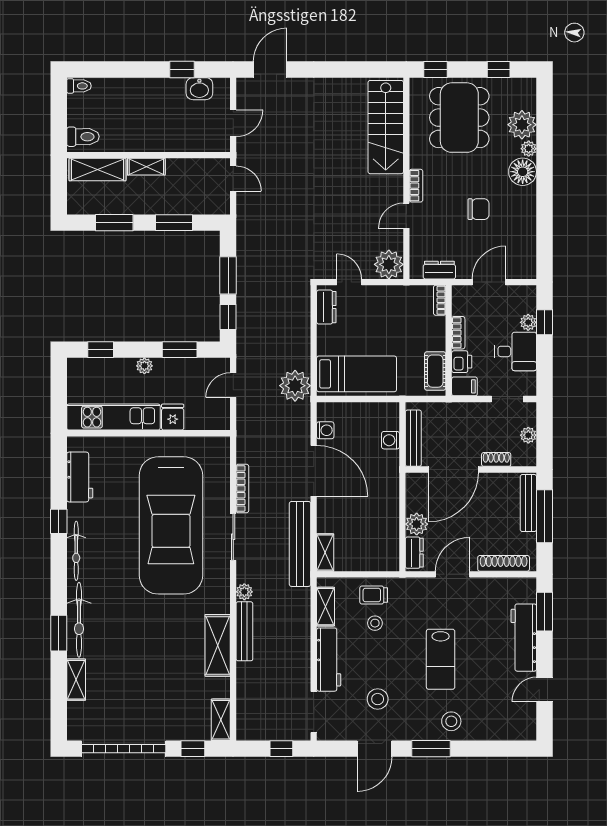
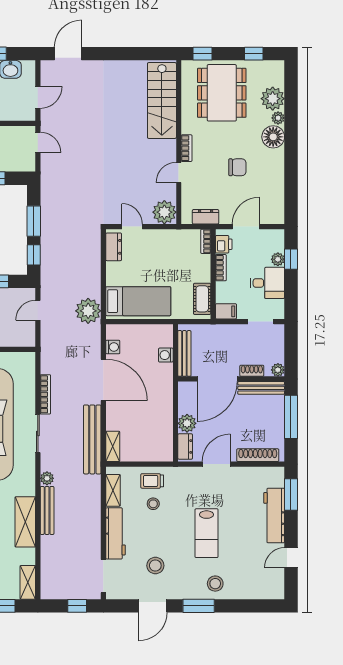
printer: (462, 362) -> (224, 244), moved
plant: (528, 435) -> (278, 370), moved
bench: (528, 503) -> (261, 388), moved, turned 90

